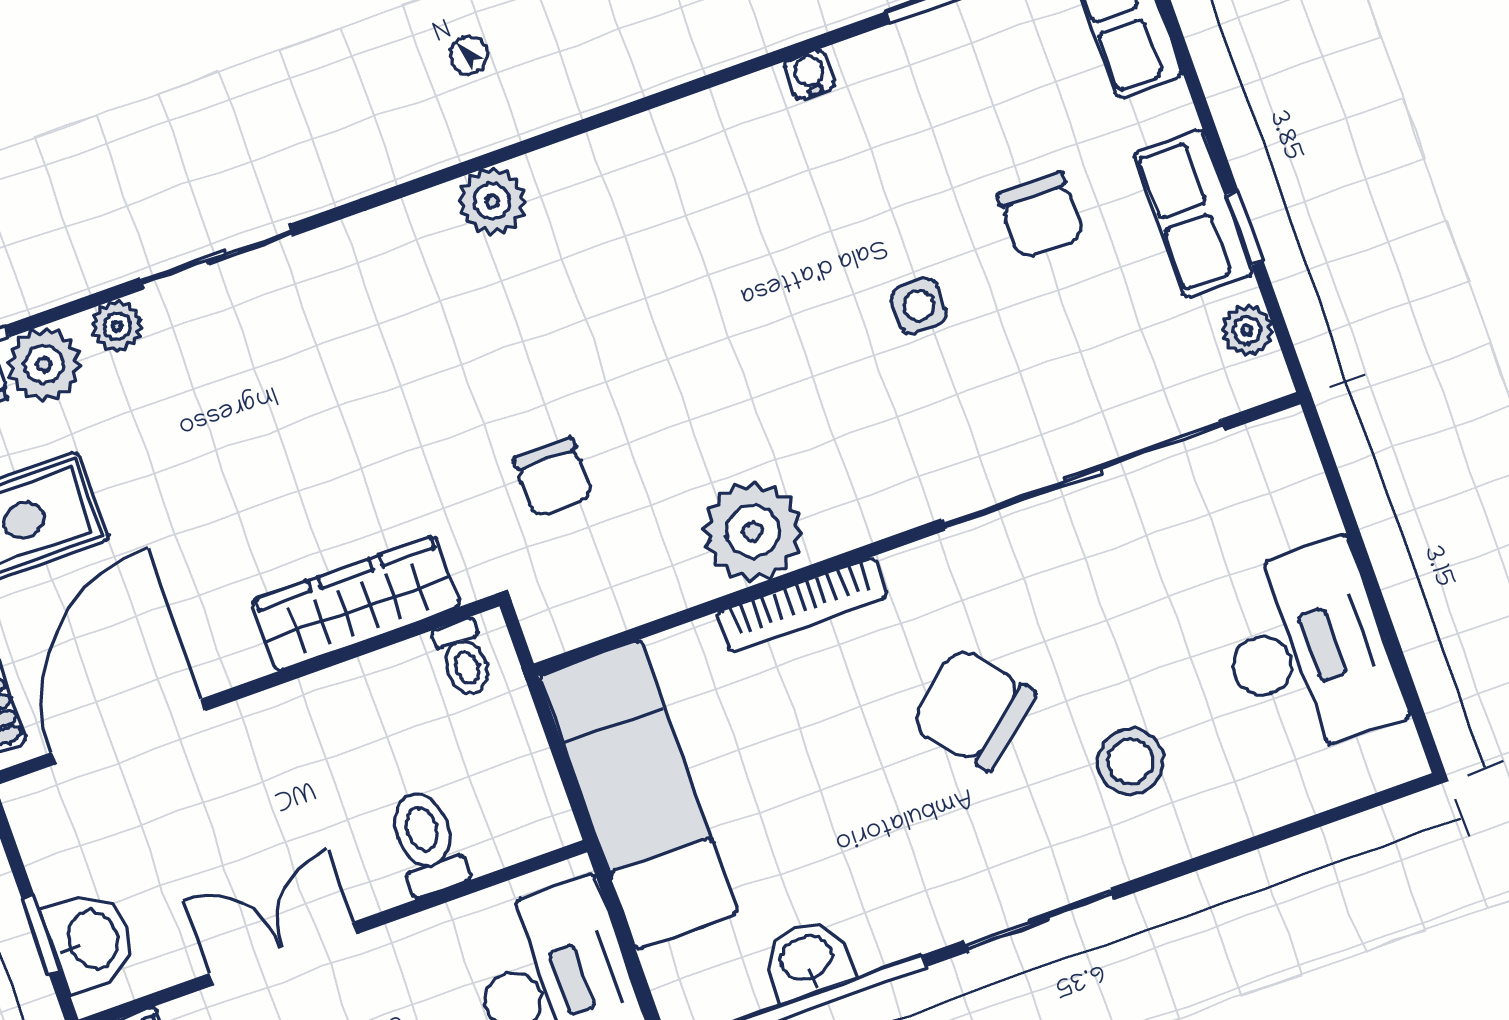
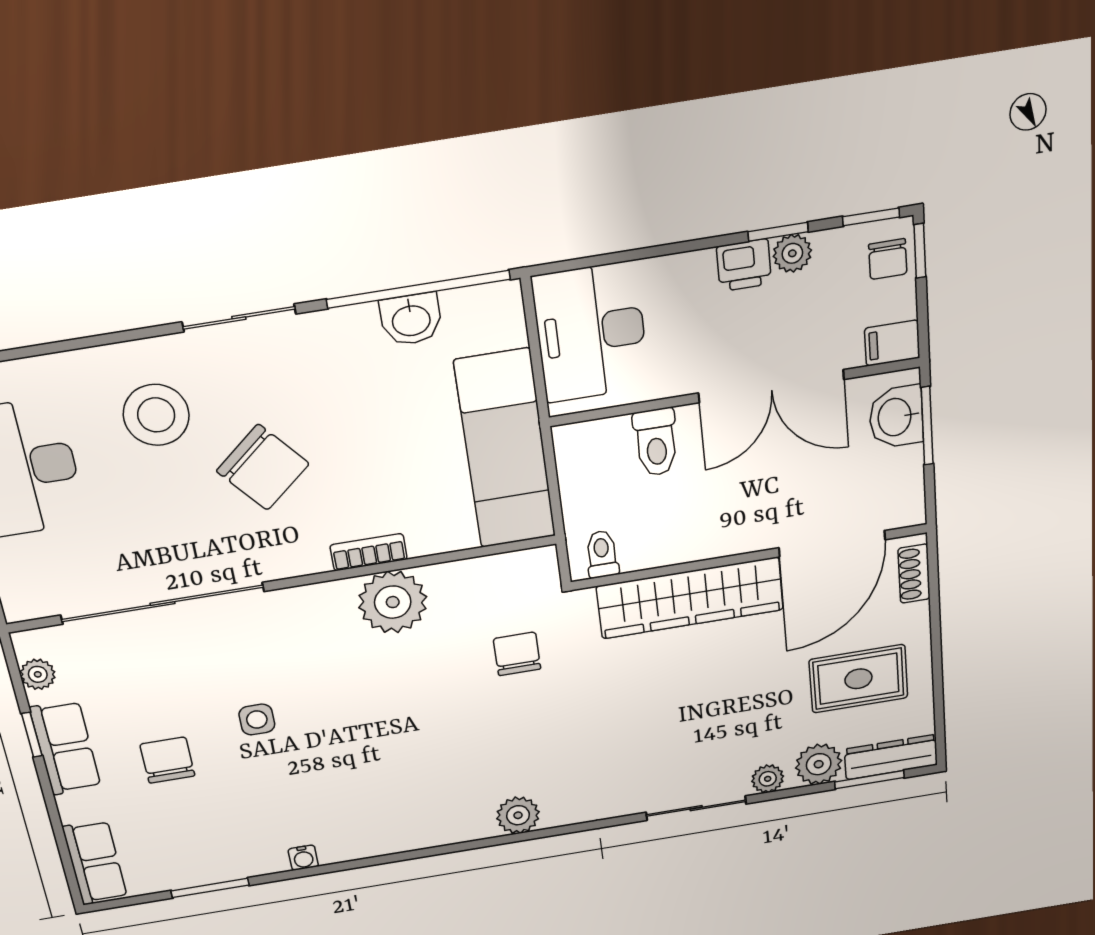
wardrobe: (356, 603) -> (690, 598), width x1.40, depth x1.17
bookcase: (802, 605) -> (369, 552), width x0.64
stool: (1131, 761) -> (156, 415), width x1.38, depth x1.38
window: (42, 935) -> (927, 426), width x1.50
double door: (283, 953) -> (771, 386), width x1.37

